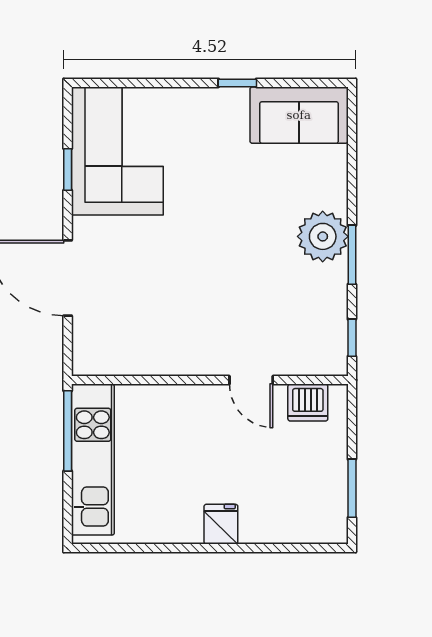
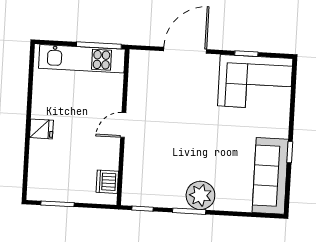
sofa: (299, 115) -> (270, 176), width x1.36
door: (251, 380) -> (123, 125), moved

